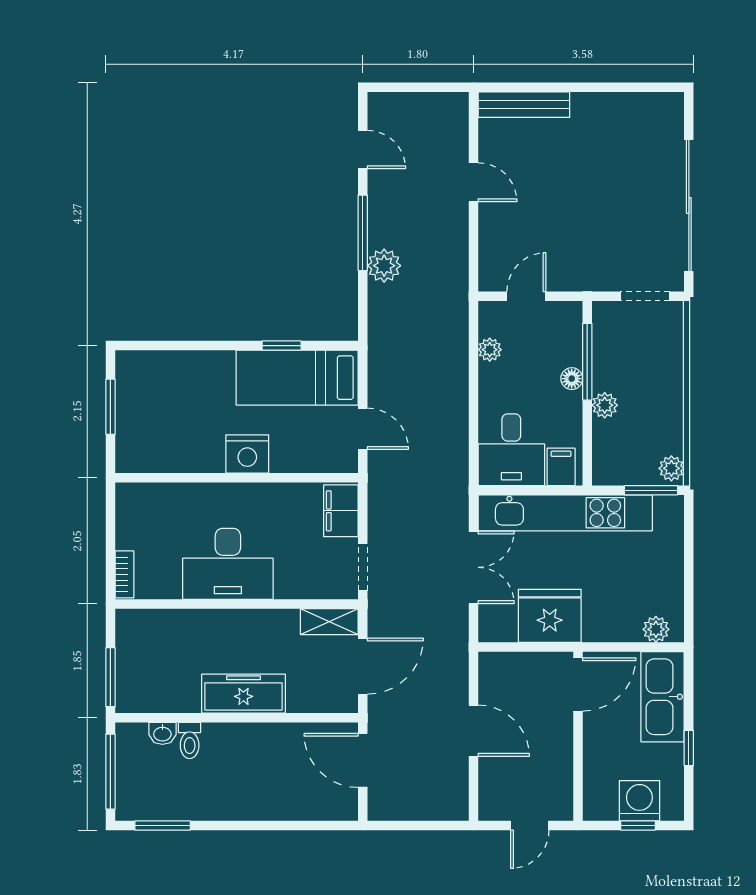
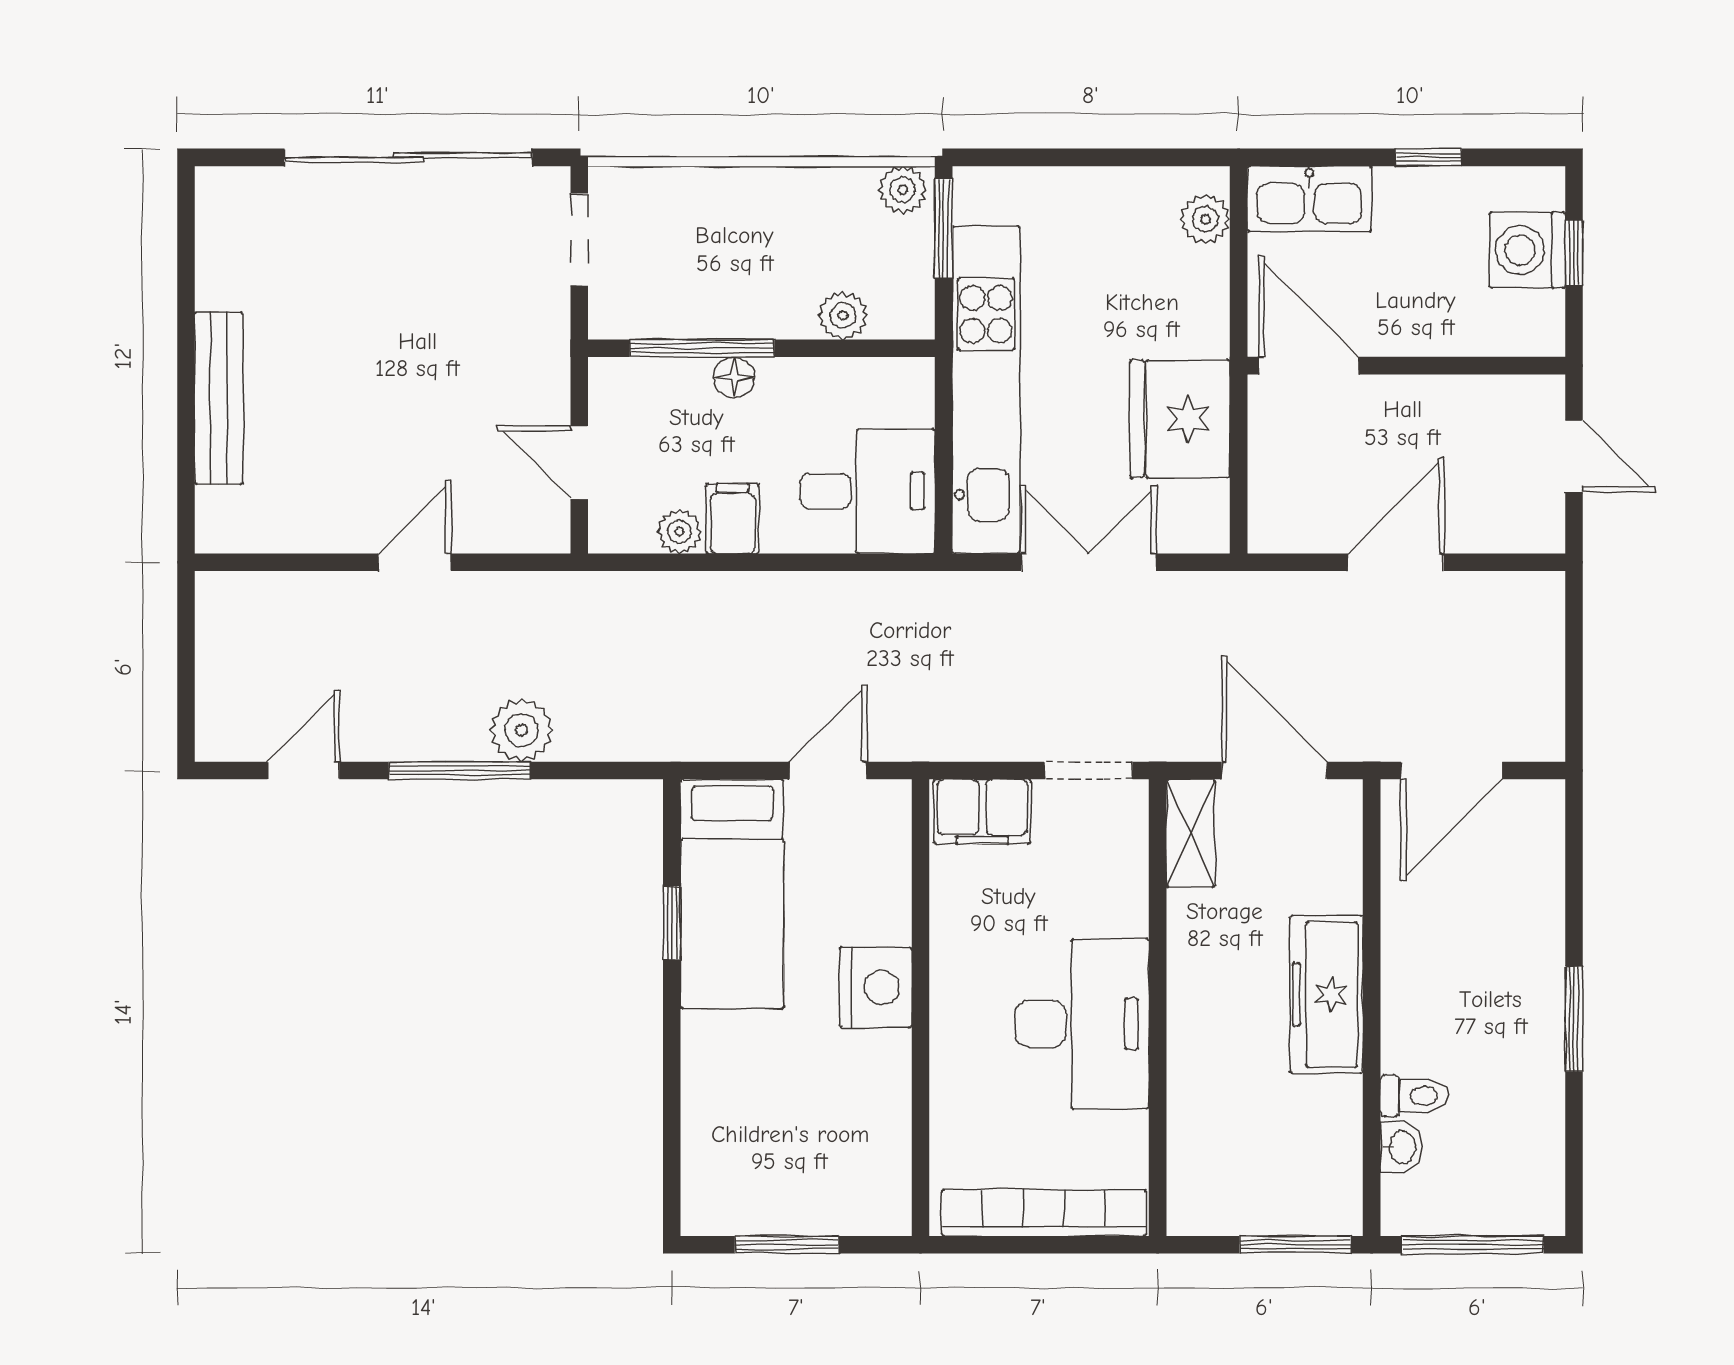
bench: (524, 105) -> (219, 398), moved
door: (473, 182) -> (415, 562), moved
plant: (605, 405) -> (843, 315), moved
filing cabinet: (561, 467) -> (732, 518), moved, turned 90
bookcase: (124, 574) -> (1044, 1213), width x2.31, depth x1.31
kitchen sink: (663, 697) -> (1309, 199), width x0.73, depth x0.81
window: (163, 826) -> (1574, 1019), moved

